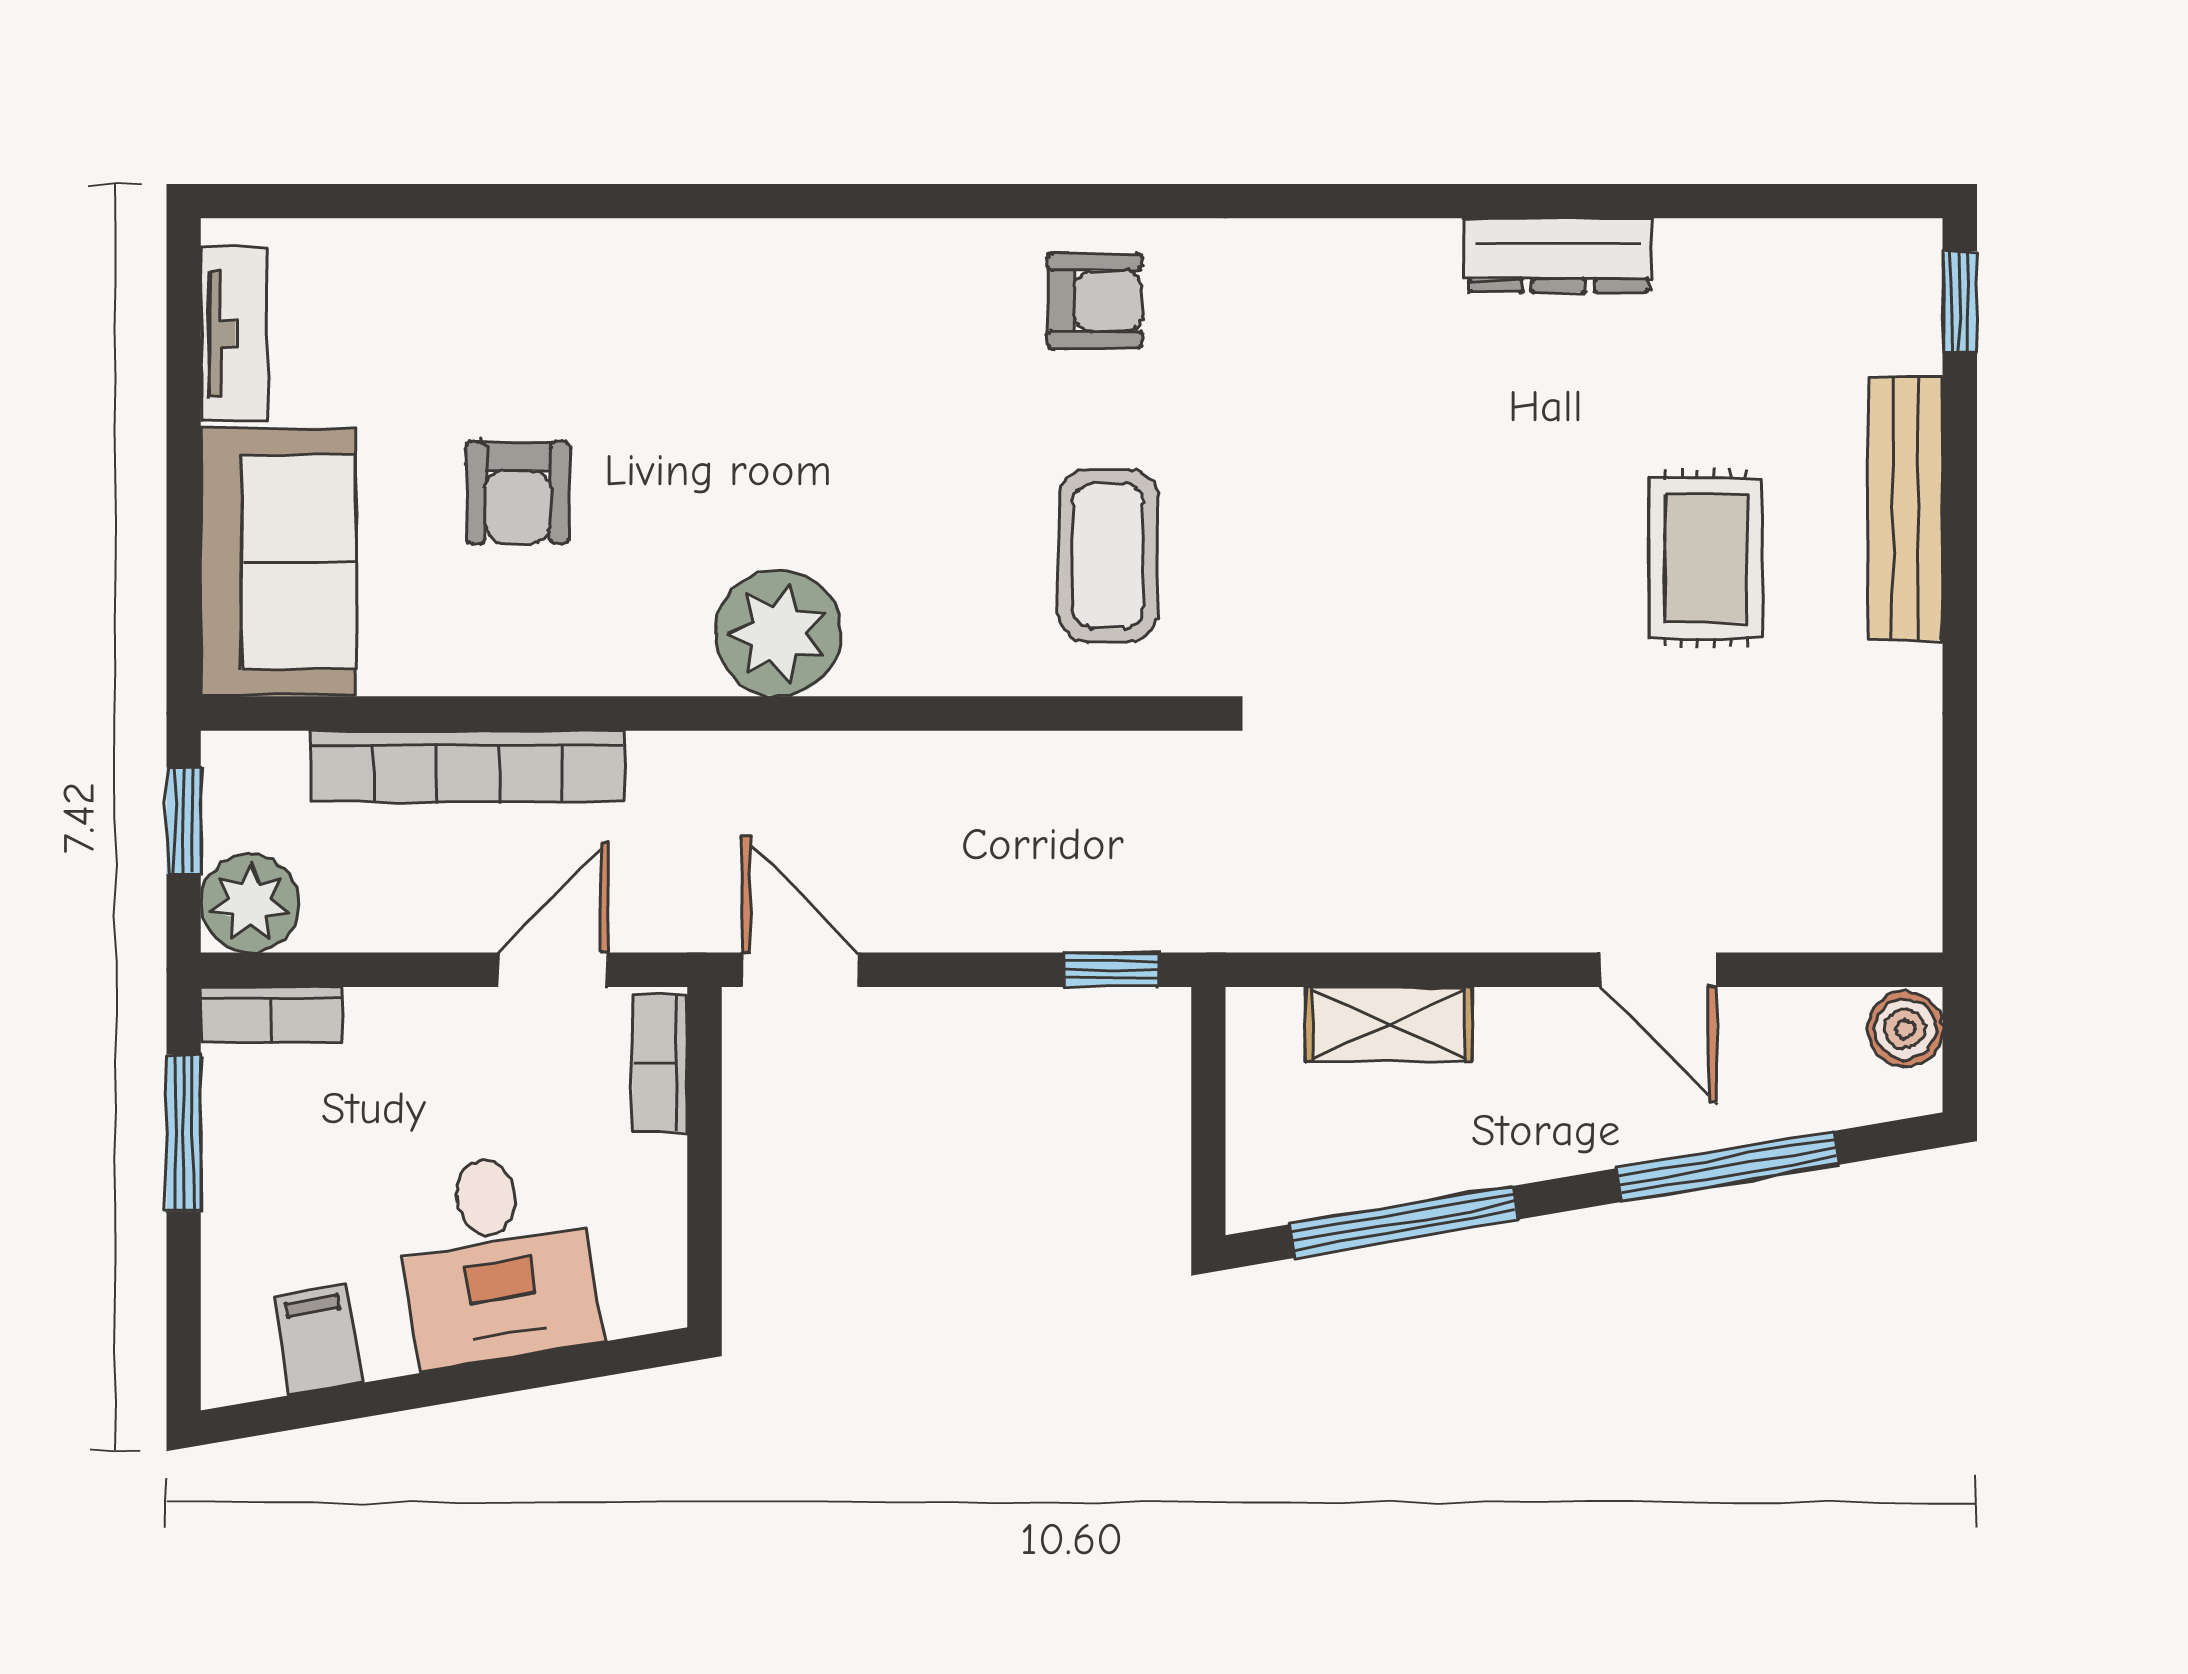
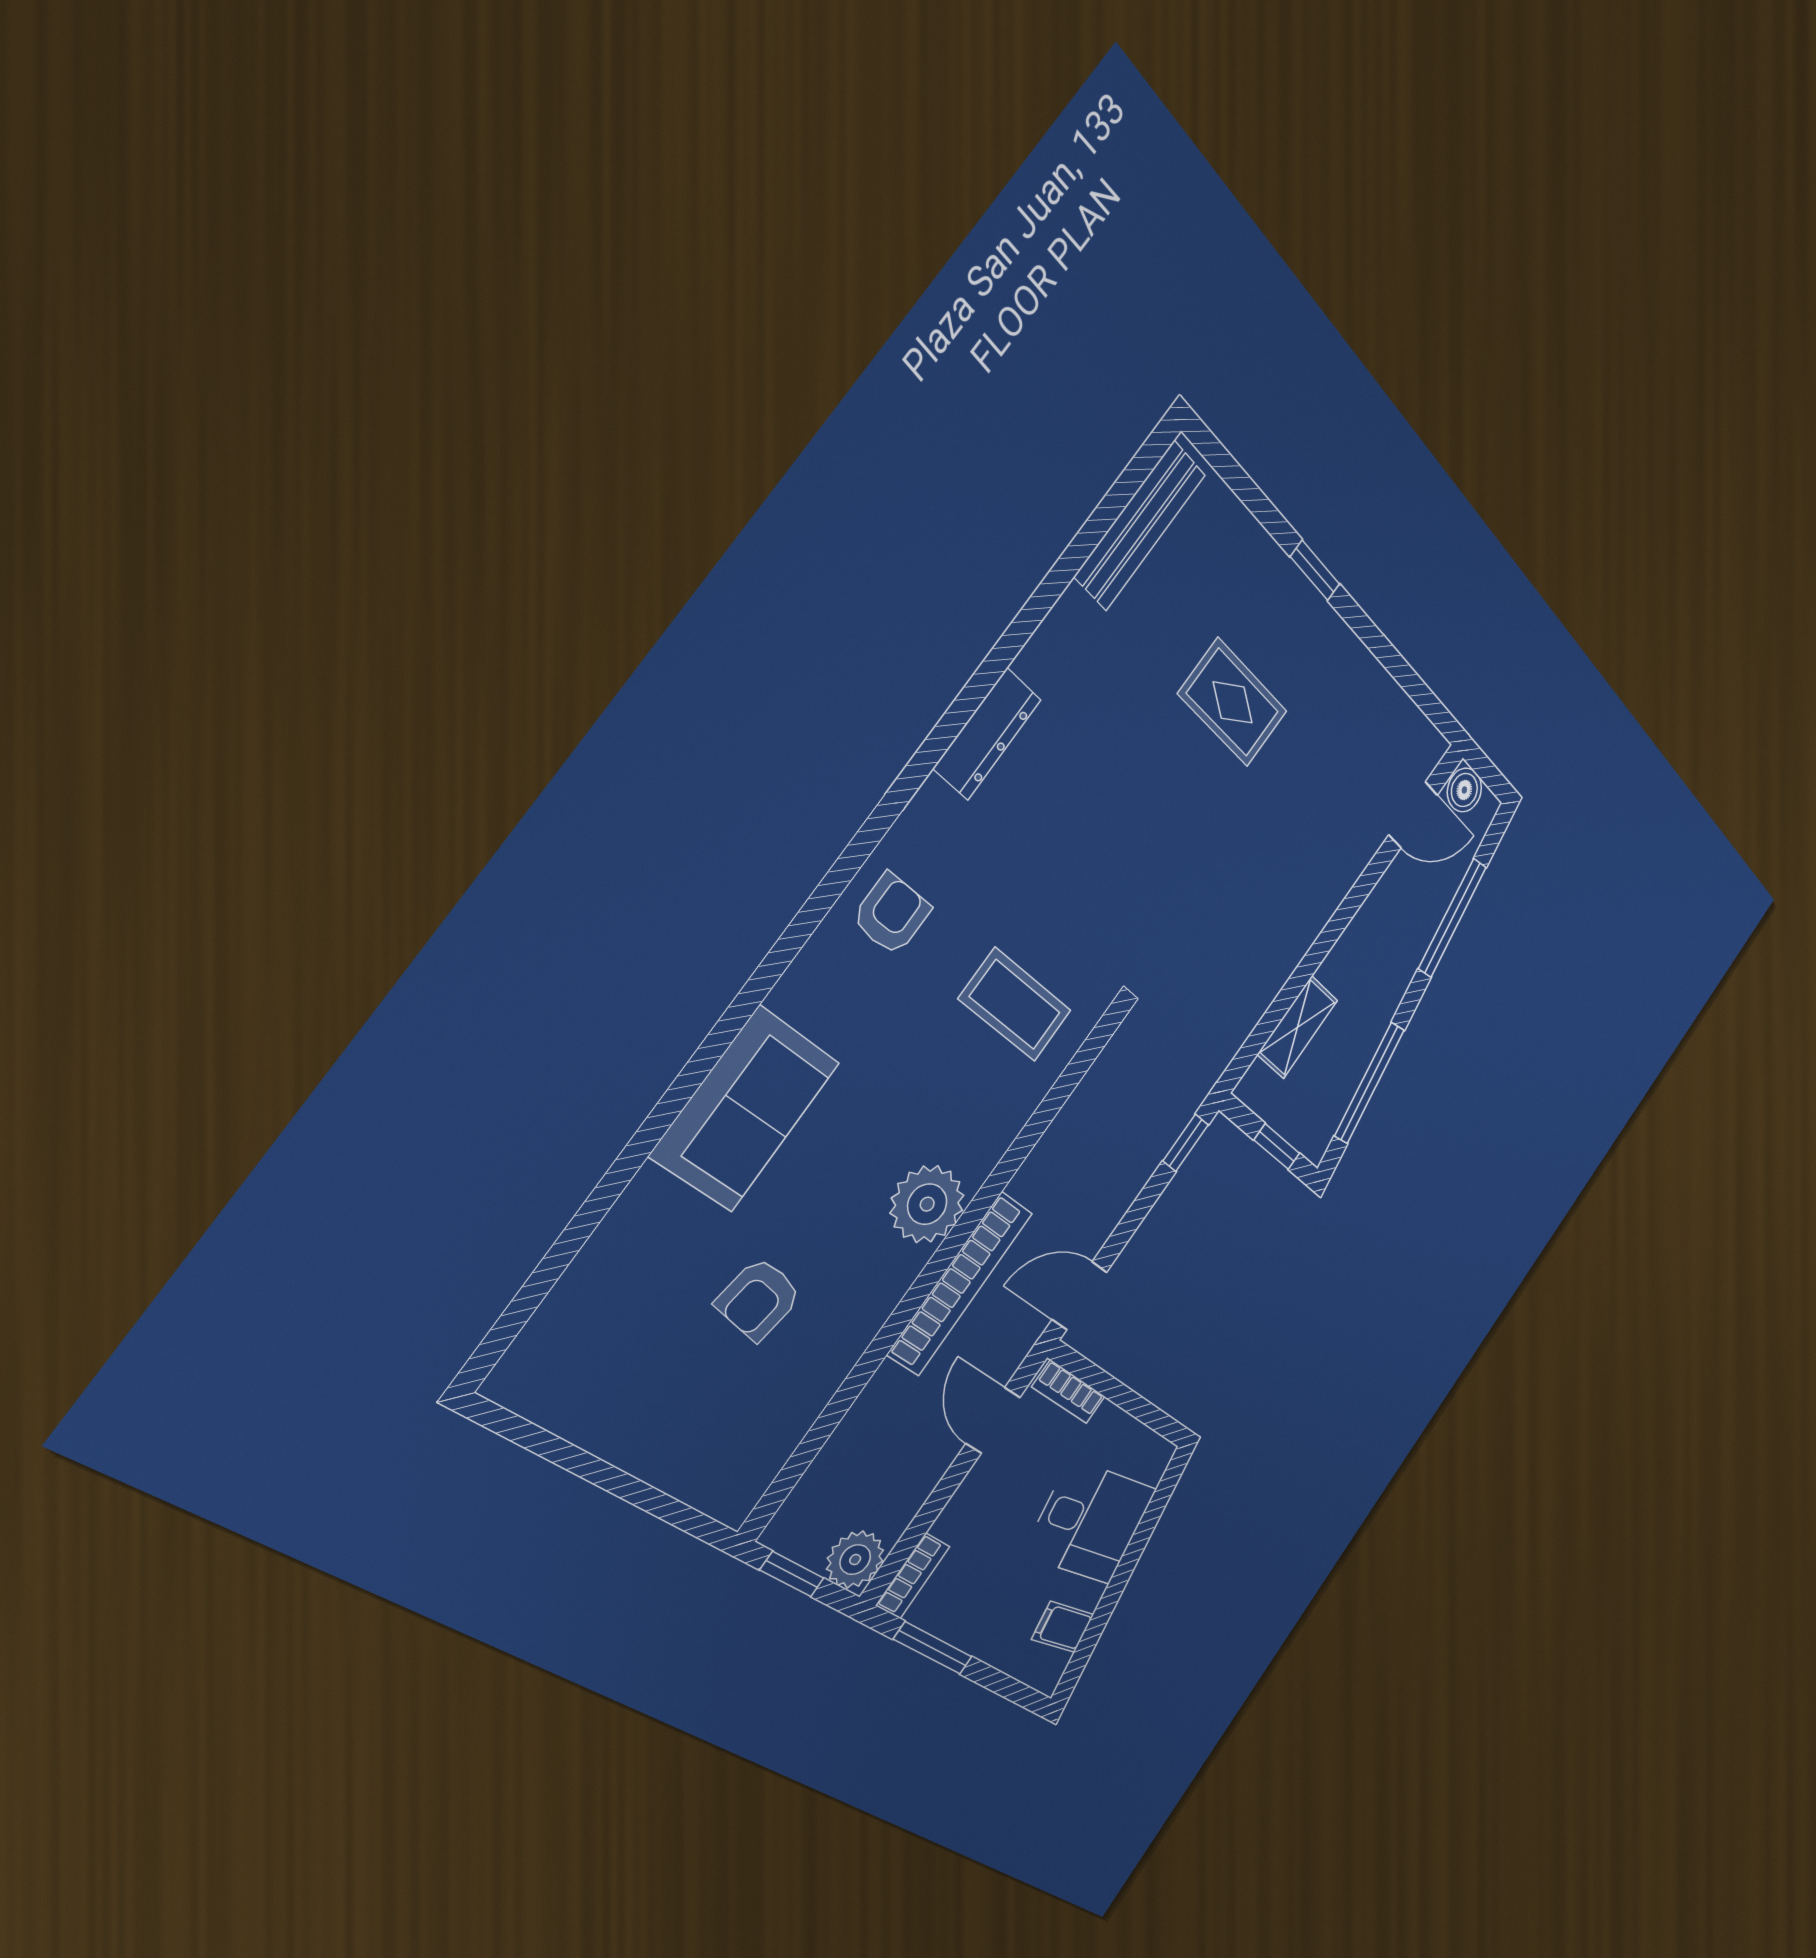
dresser: (1558, 255) -> (987, 734), moved
window: (1960, 301) -> (1315, 570), moved
tv unit: (234, 334) -> (556, 1410), removed
armchair: (518, 493) -> (759, 1299), turned 99
bench: (1906, 508) -> (1140, 525), moved, turned 90
sofa: (278, 562) -> (745, 1109), moved, turned 90
bookcase: (467, 766) -> (960, 1284), moved
door: (1658, 970) -> (1413, 815), moved
window: (1208, 1132) -> (1277, 1147), added

